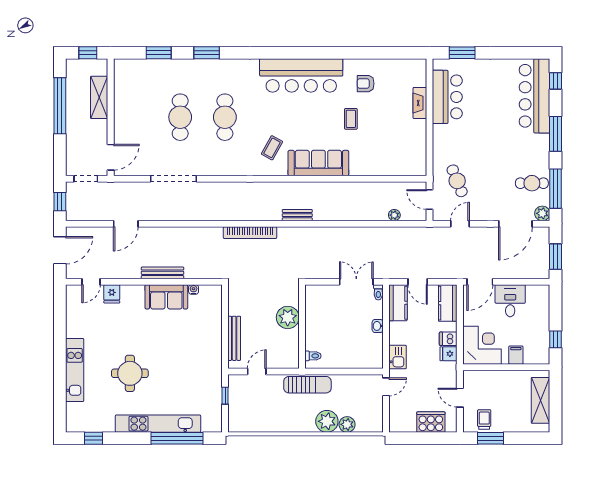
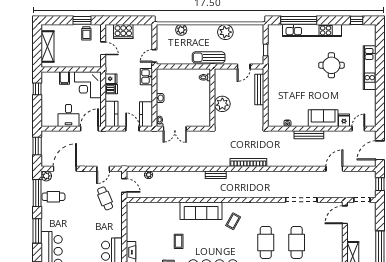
sofa: (166, 297) -> (323, 118), moved
plant: (327, 421) -> (225, 32), moved

